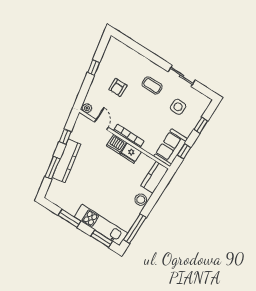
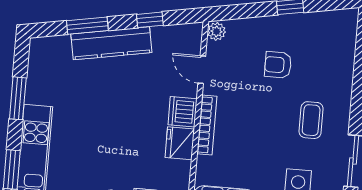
door: (101, 125) -> (202, 70), swing flipped

